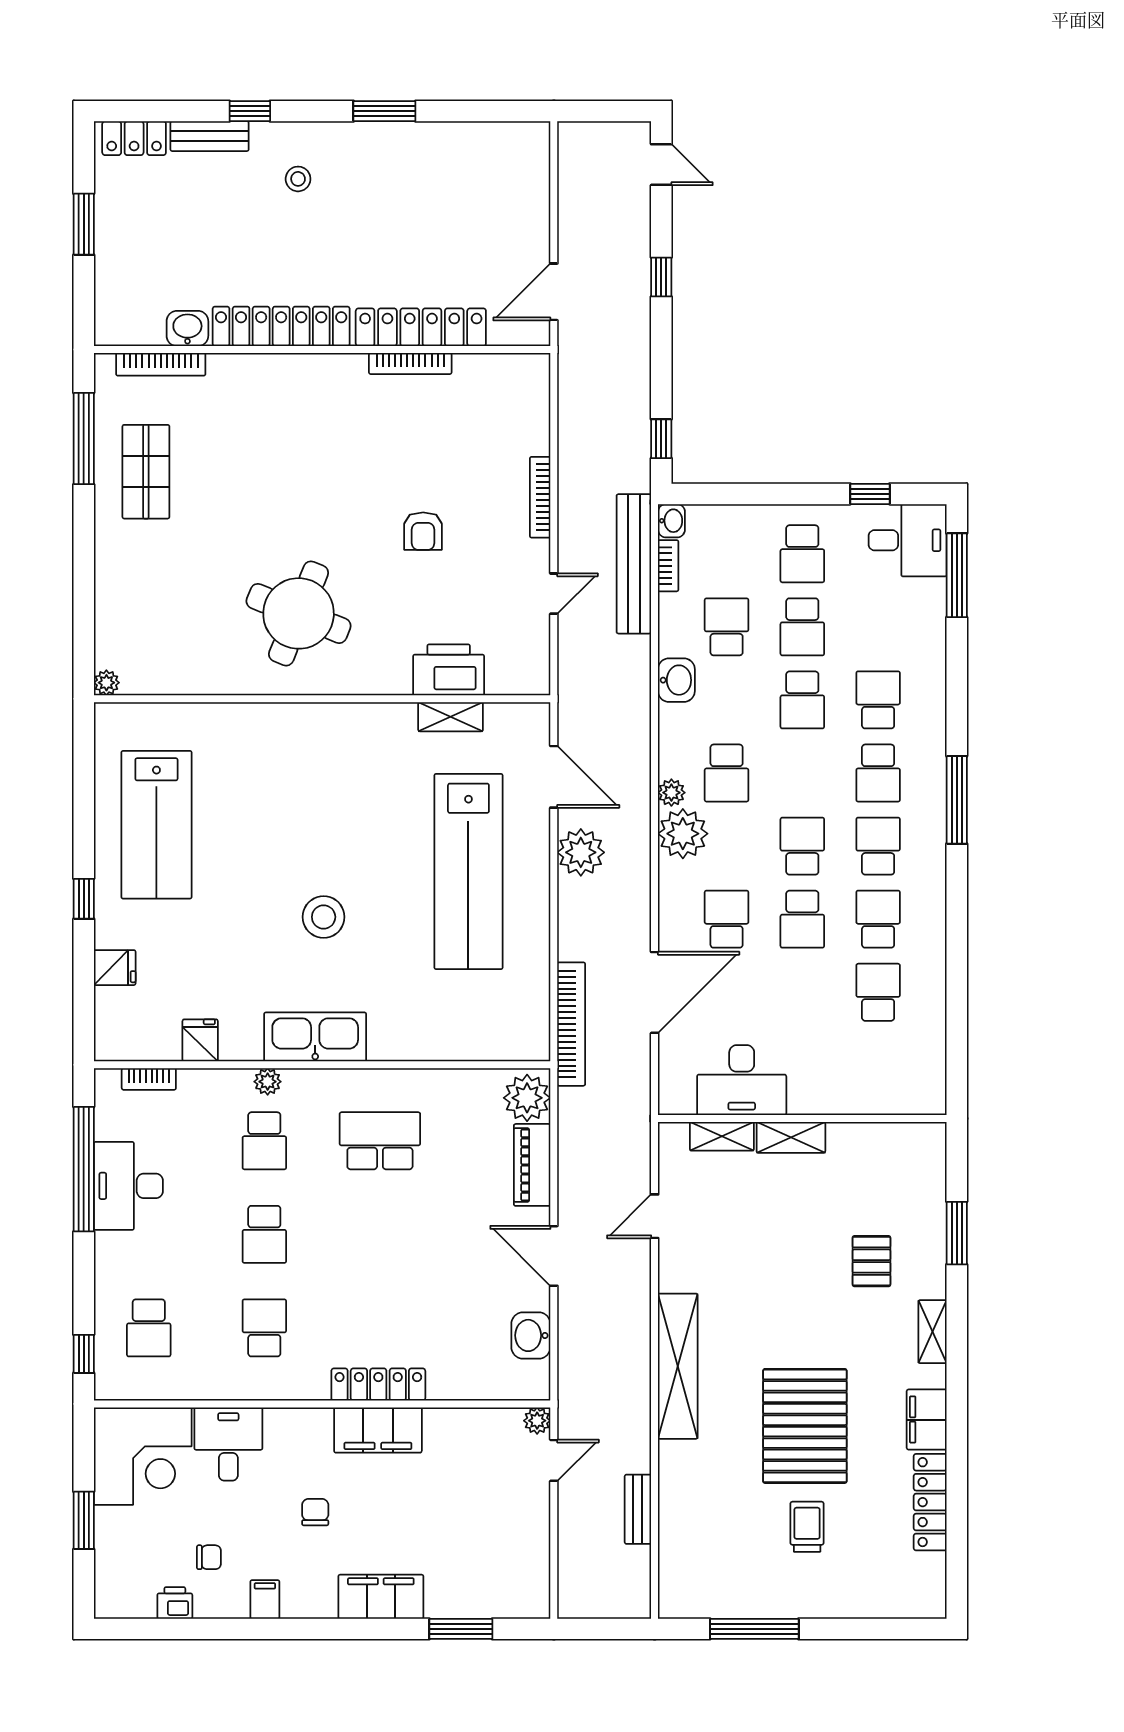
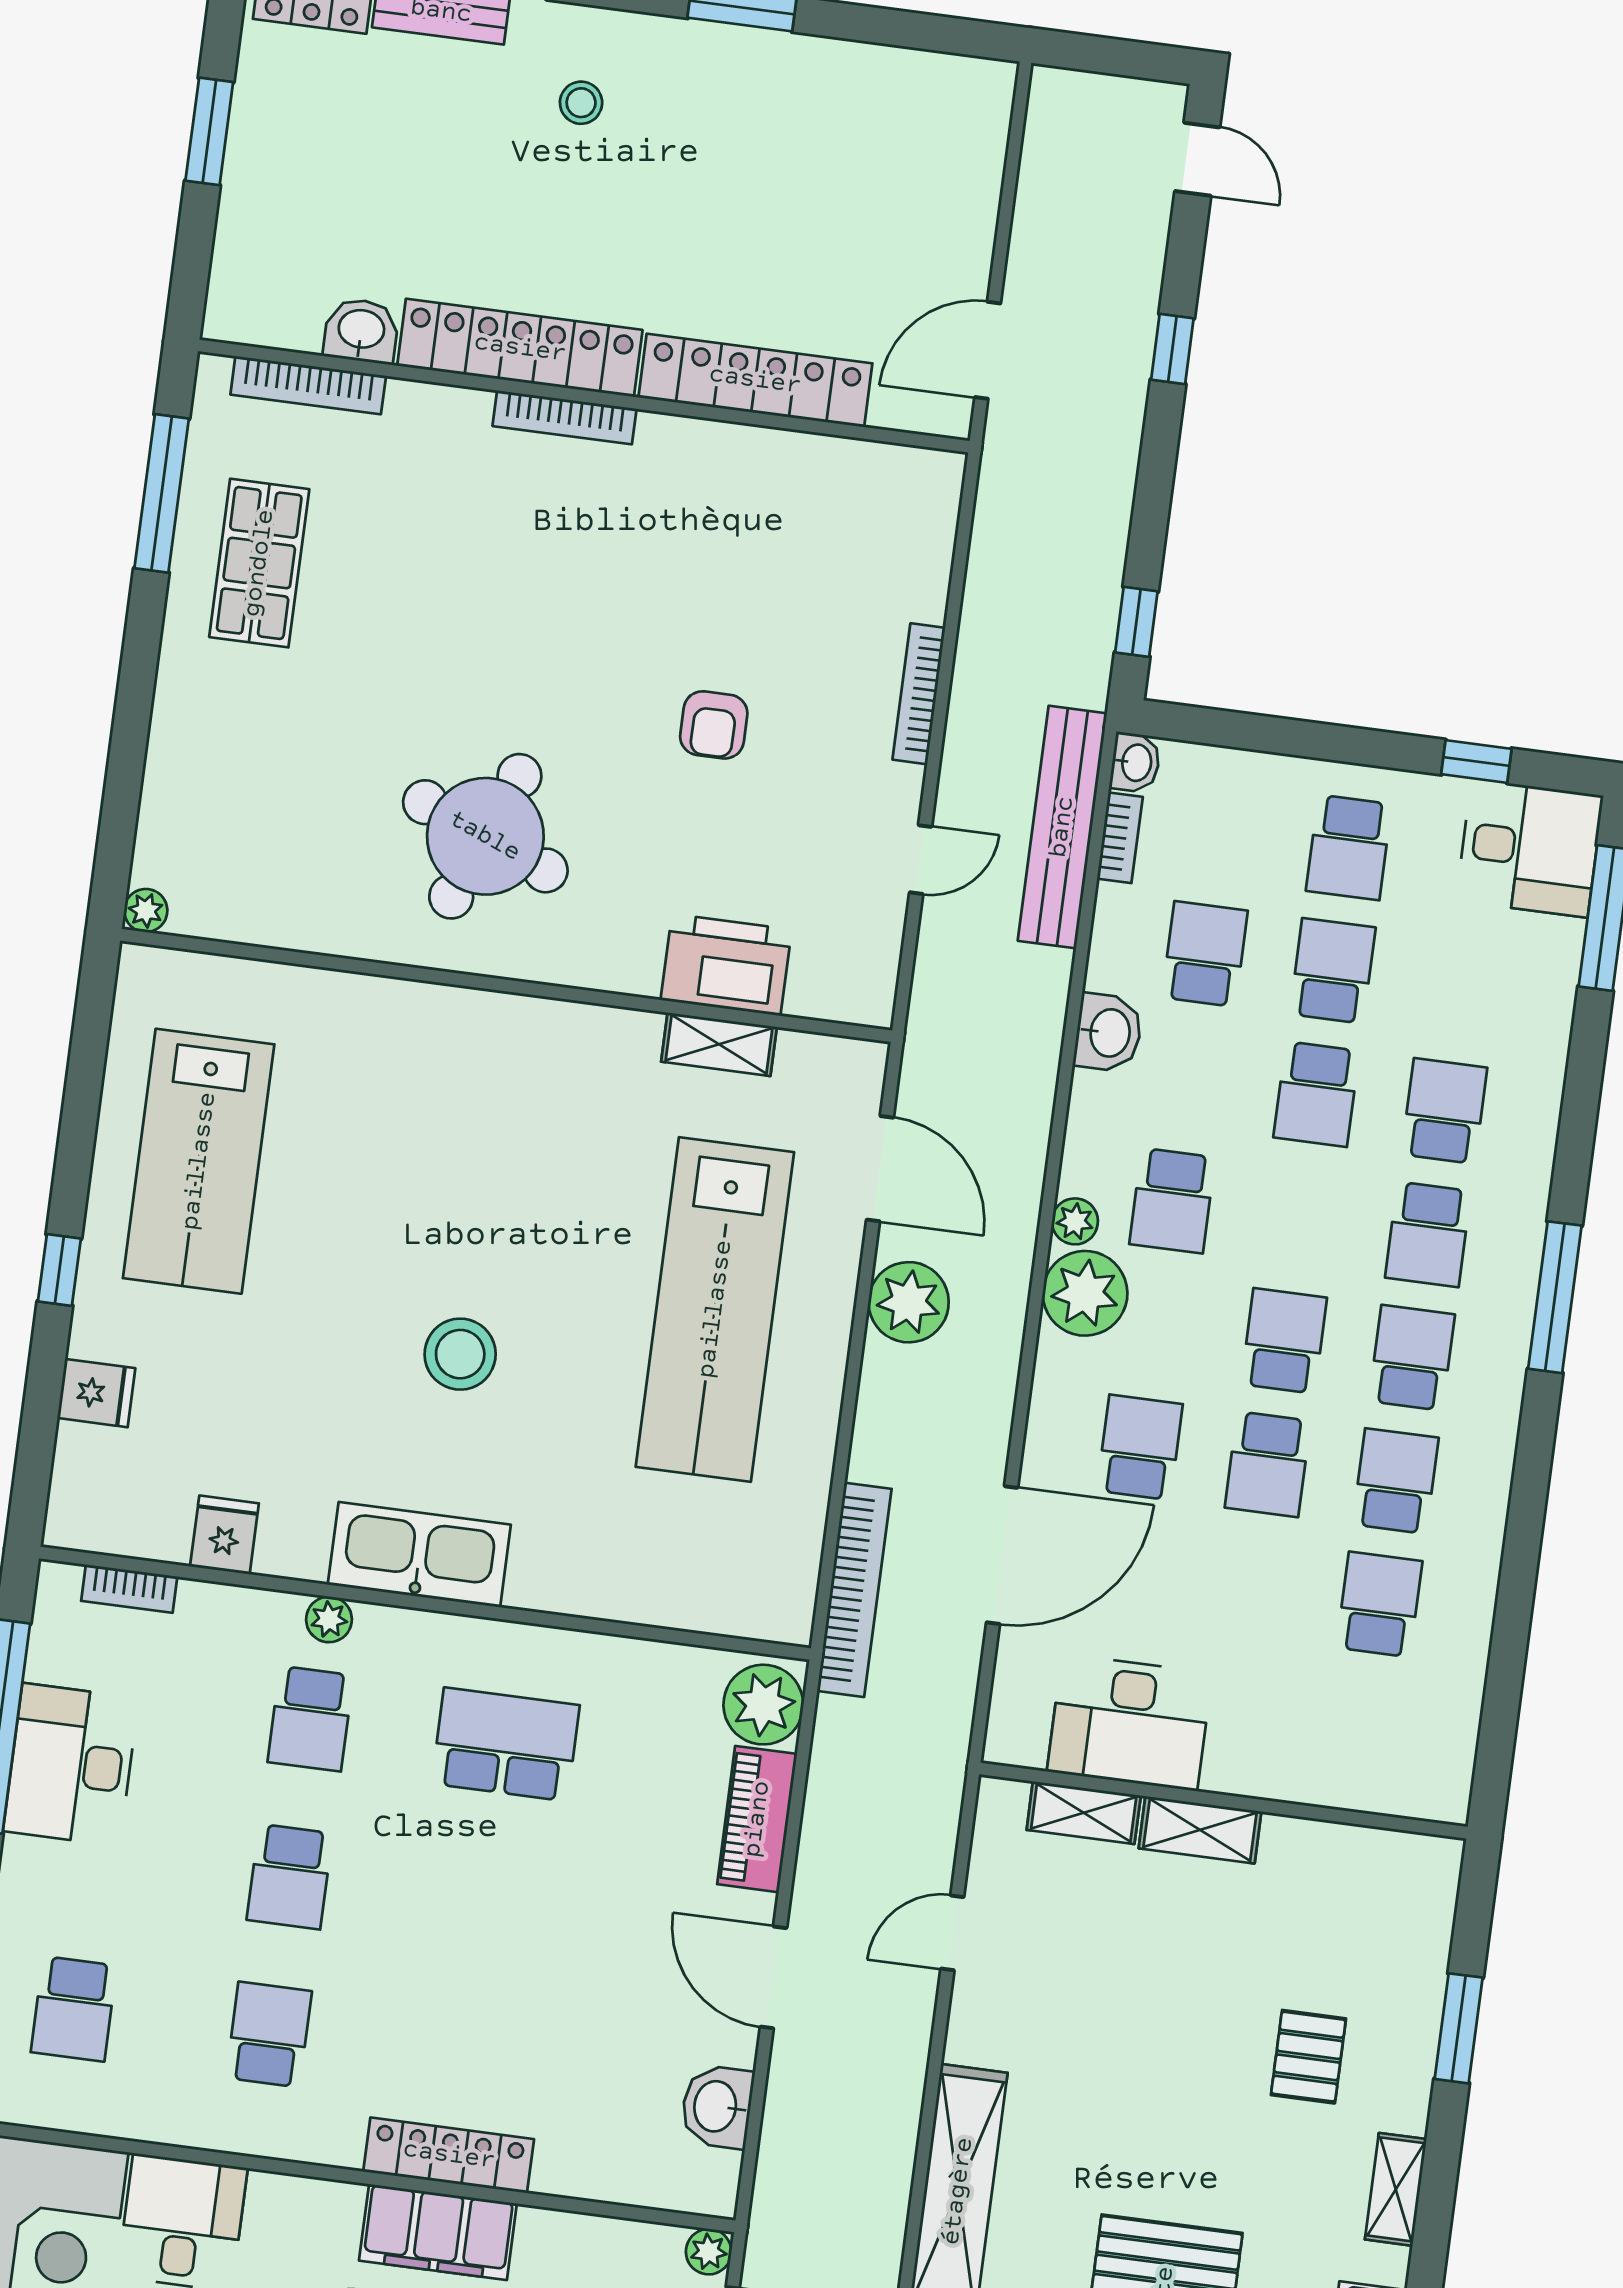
bookcase: (410, 363) -> (564, 417), moved
school desk: (802, 627) -> (1333, 971), turned 180

